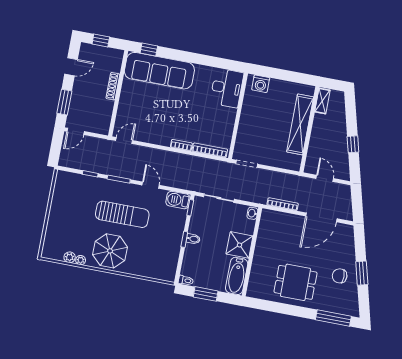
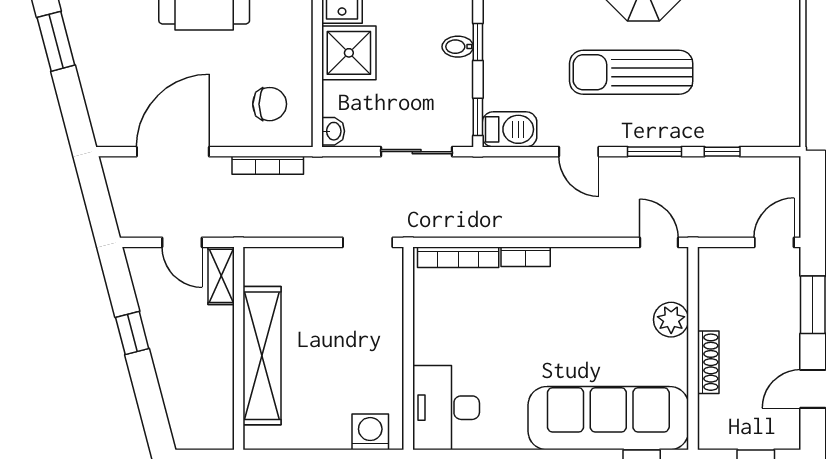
shelving: (322, 101) -> (221, 276), moved
plant: (125, 107) -> (671, 320), added
door: (124, 141) -> (659, 242), swing flipped
chair: (340, 276) -> (270, 104), moved

